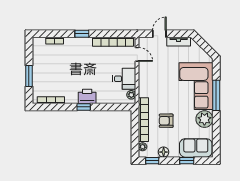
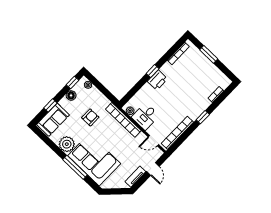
bookcase: (143, 120) -> (123, 120), moved

